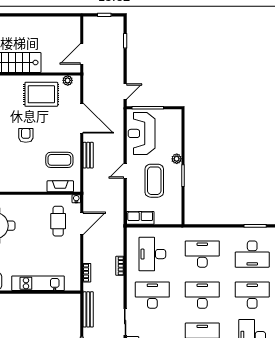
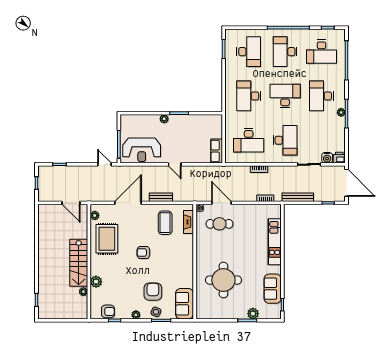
coffee table: (154, 181) -> (184, 139), removed
desk: (152, 295) -> (285, 140), turned 180
desk: (202, 295) -> (285, 96), turned 90

